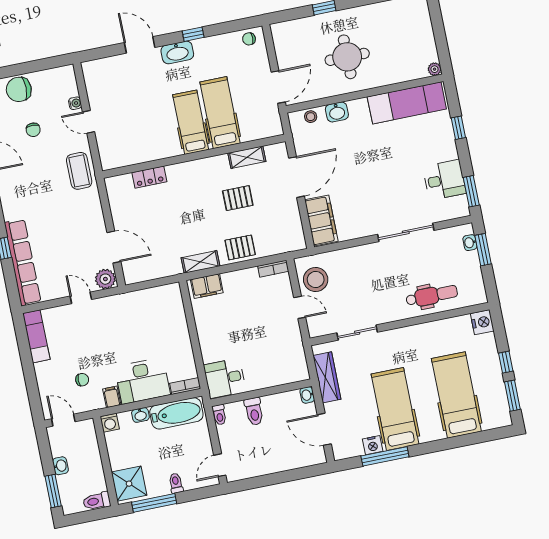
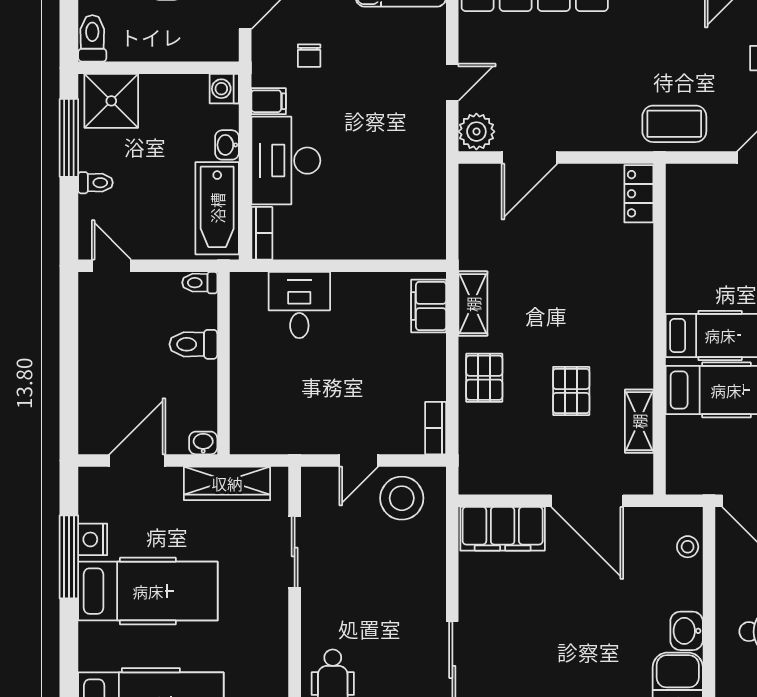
washbasin: (337, 112) -> (687, 631), moved
locker: (149, 177) -> (639, 194), moved
desk: (225, 378) -> (299, 305), moved

